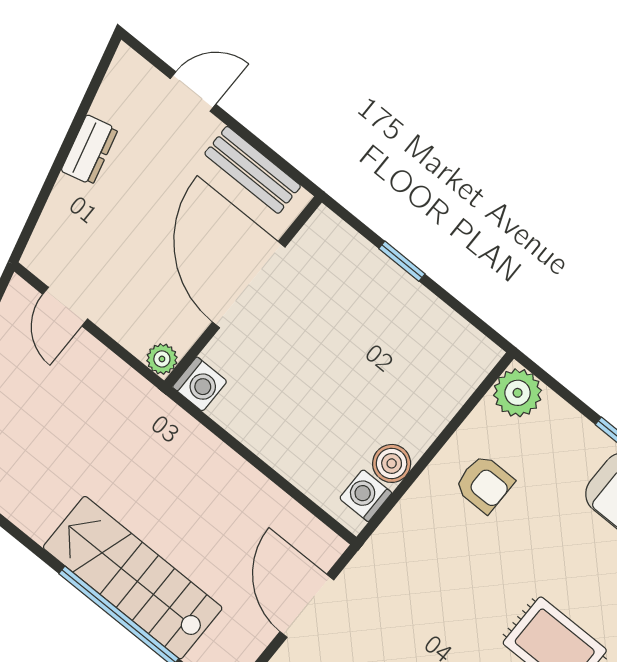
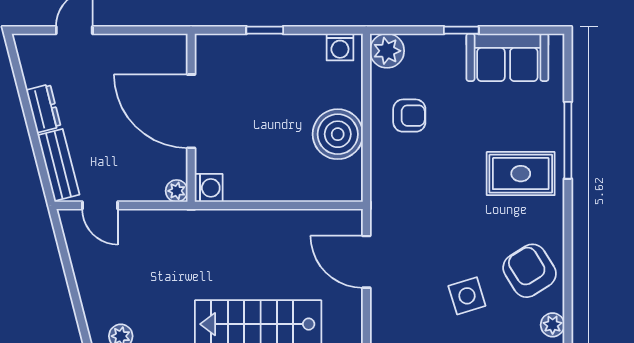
bench: (253, 170) -> (59, 165), moved, turned 76
boiler: (392, 463) -> (338, 134), width x1.86, depth x1.86
washing machine: (366, 496) -> (340, 47), moved, turned -90

